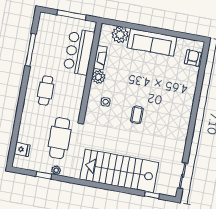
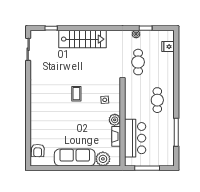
cafe table: (60, 138) -> (138, 62), width x0.73, depth x0.74
stairs: (119, 171) -> (82, 39), width x0.73, depth x0.66

